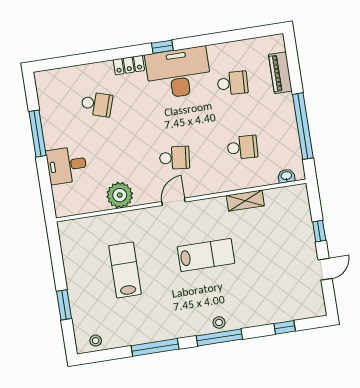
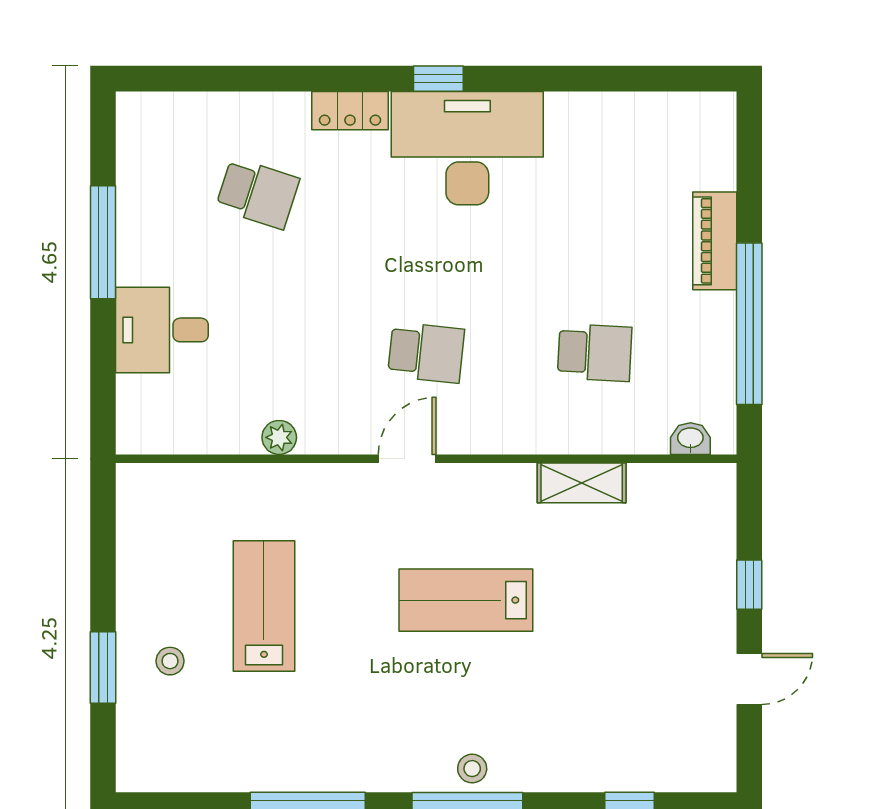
piano: (280, 73) -> (715, 241), moved
school desk: (232, 83) -> (595, 193), removed
plant: (120, 195) -> (279, 437), width x0.53, depth x0.53
lab bench: (206, 255) -> (466, 600), turned 180
stool: (96, 341) -> (170, 661), moved

